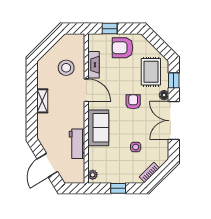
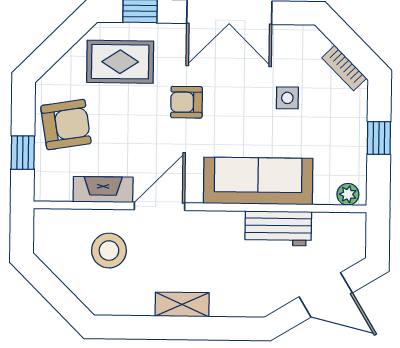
armchair: (122, 48) -> (66, 125), turned -99
floor lamp: (164, 95) -> (173, 33), removed
sofa: (98, 128) -> (258, 181), width x1.36

